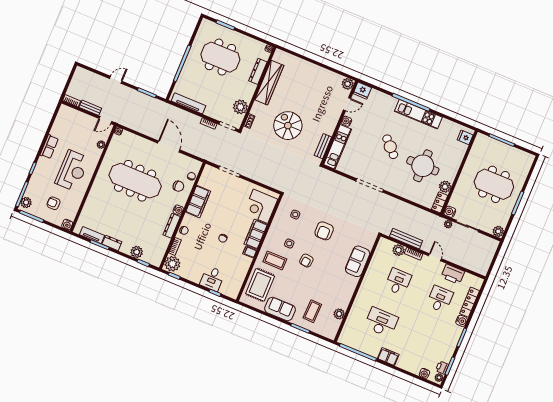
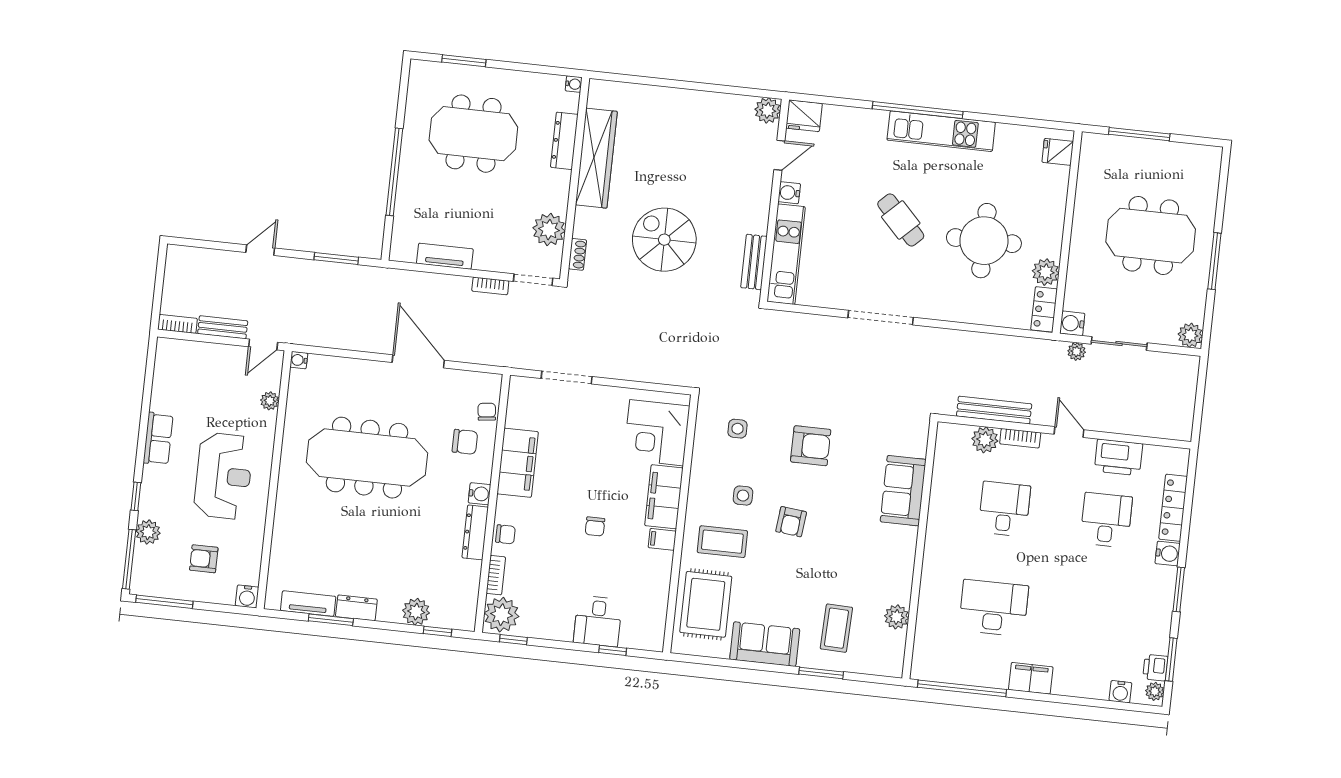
tv unit: (189, 103) -> (445, 256), width x0.71
plant: (26, 202) -> (148, 532), moved
armchair: (324, 231) -> (811, 446), turned -90

